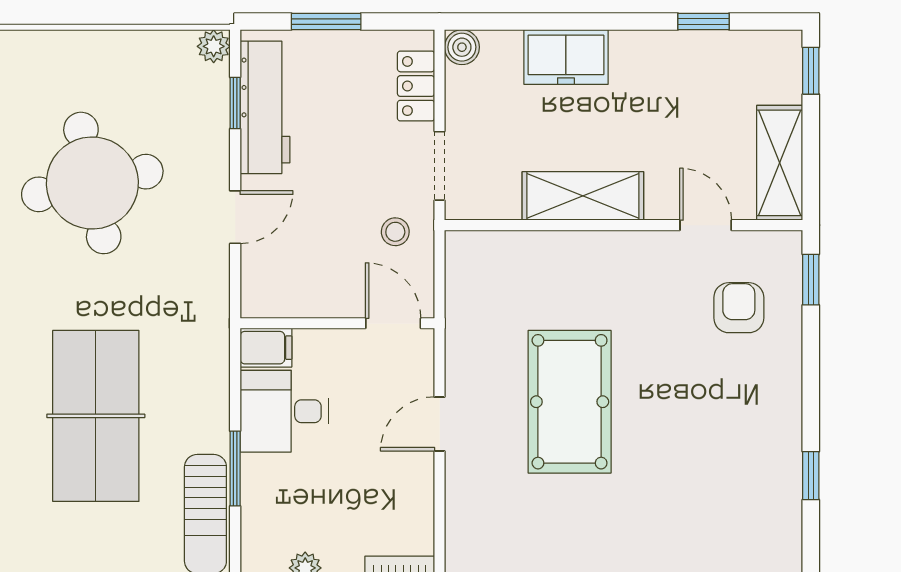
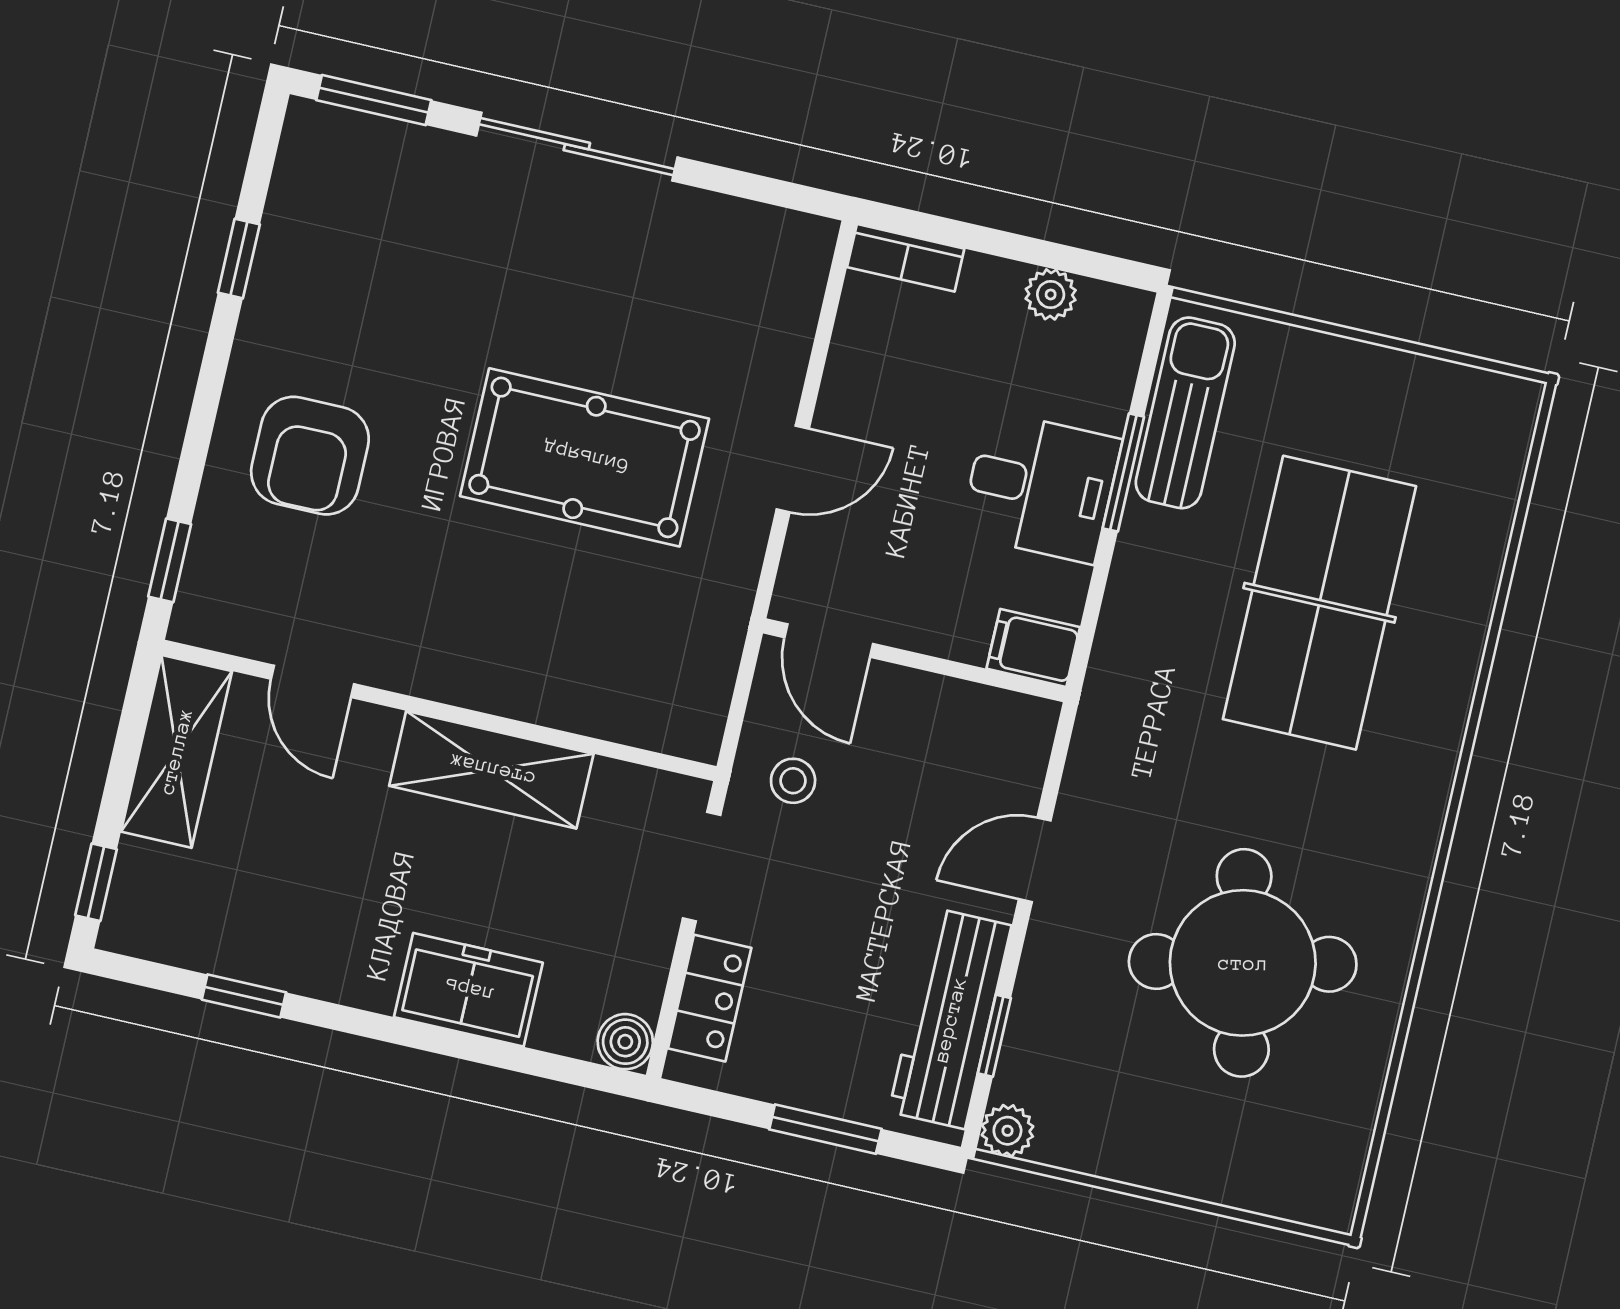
armchair: (739, 308) -> (310, 456), moved, width x1.38, depth x1.38
pool table: (570, 402) -> (584, 457), turned 90
desk: (284, 411) -> (1041, 487), moved

